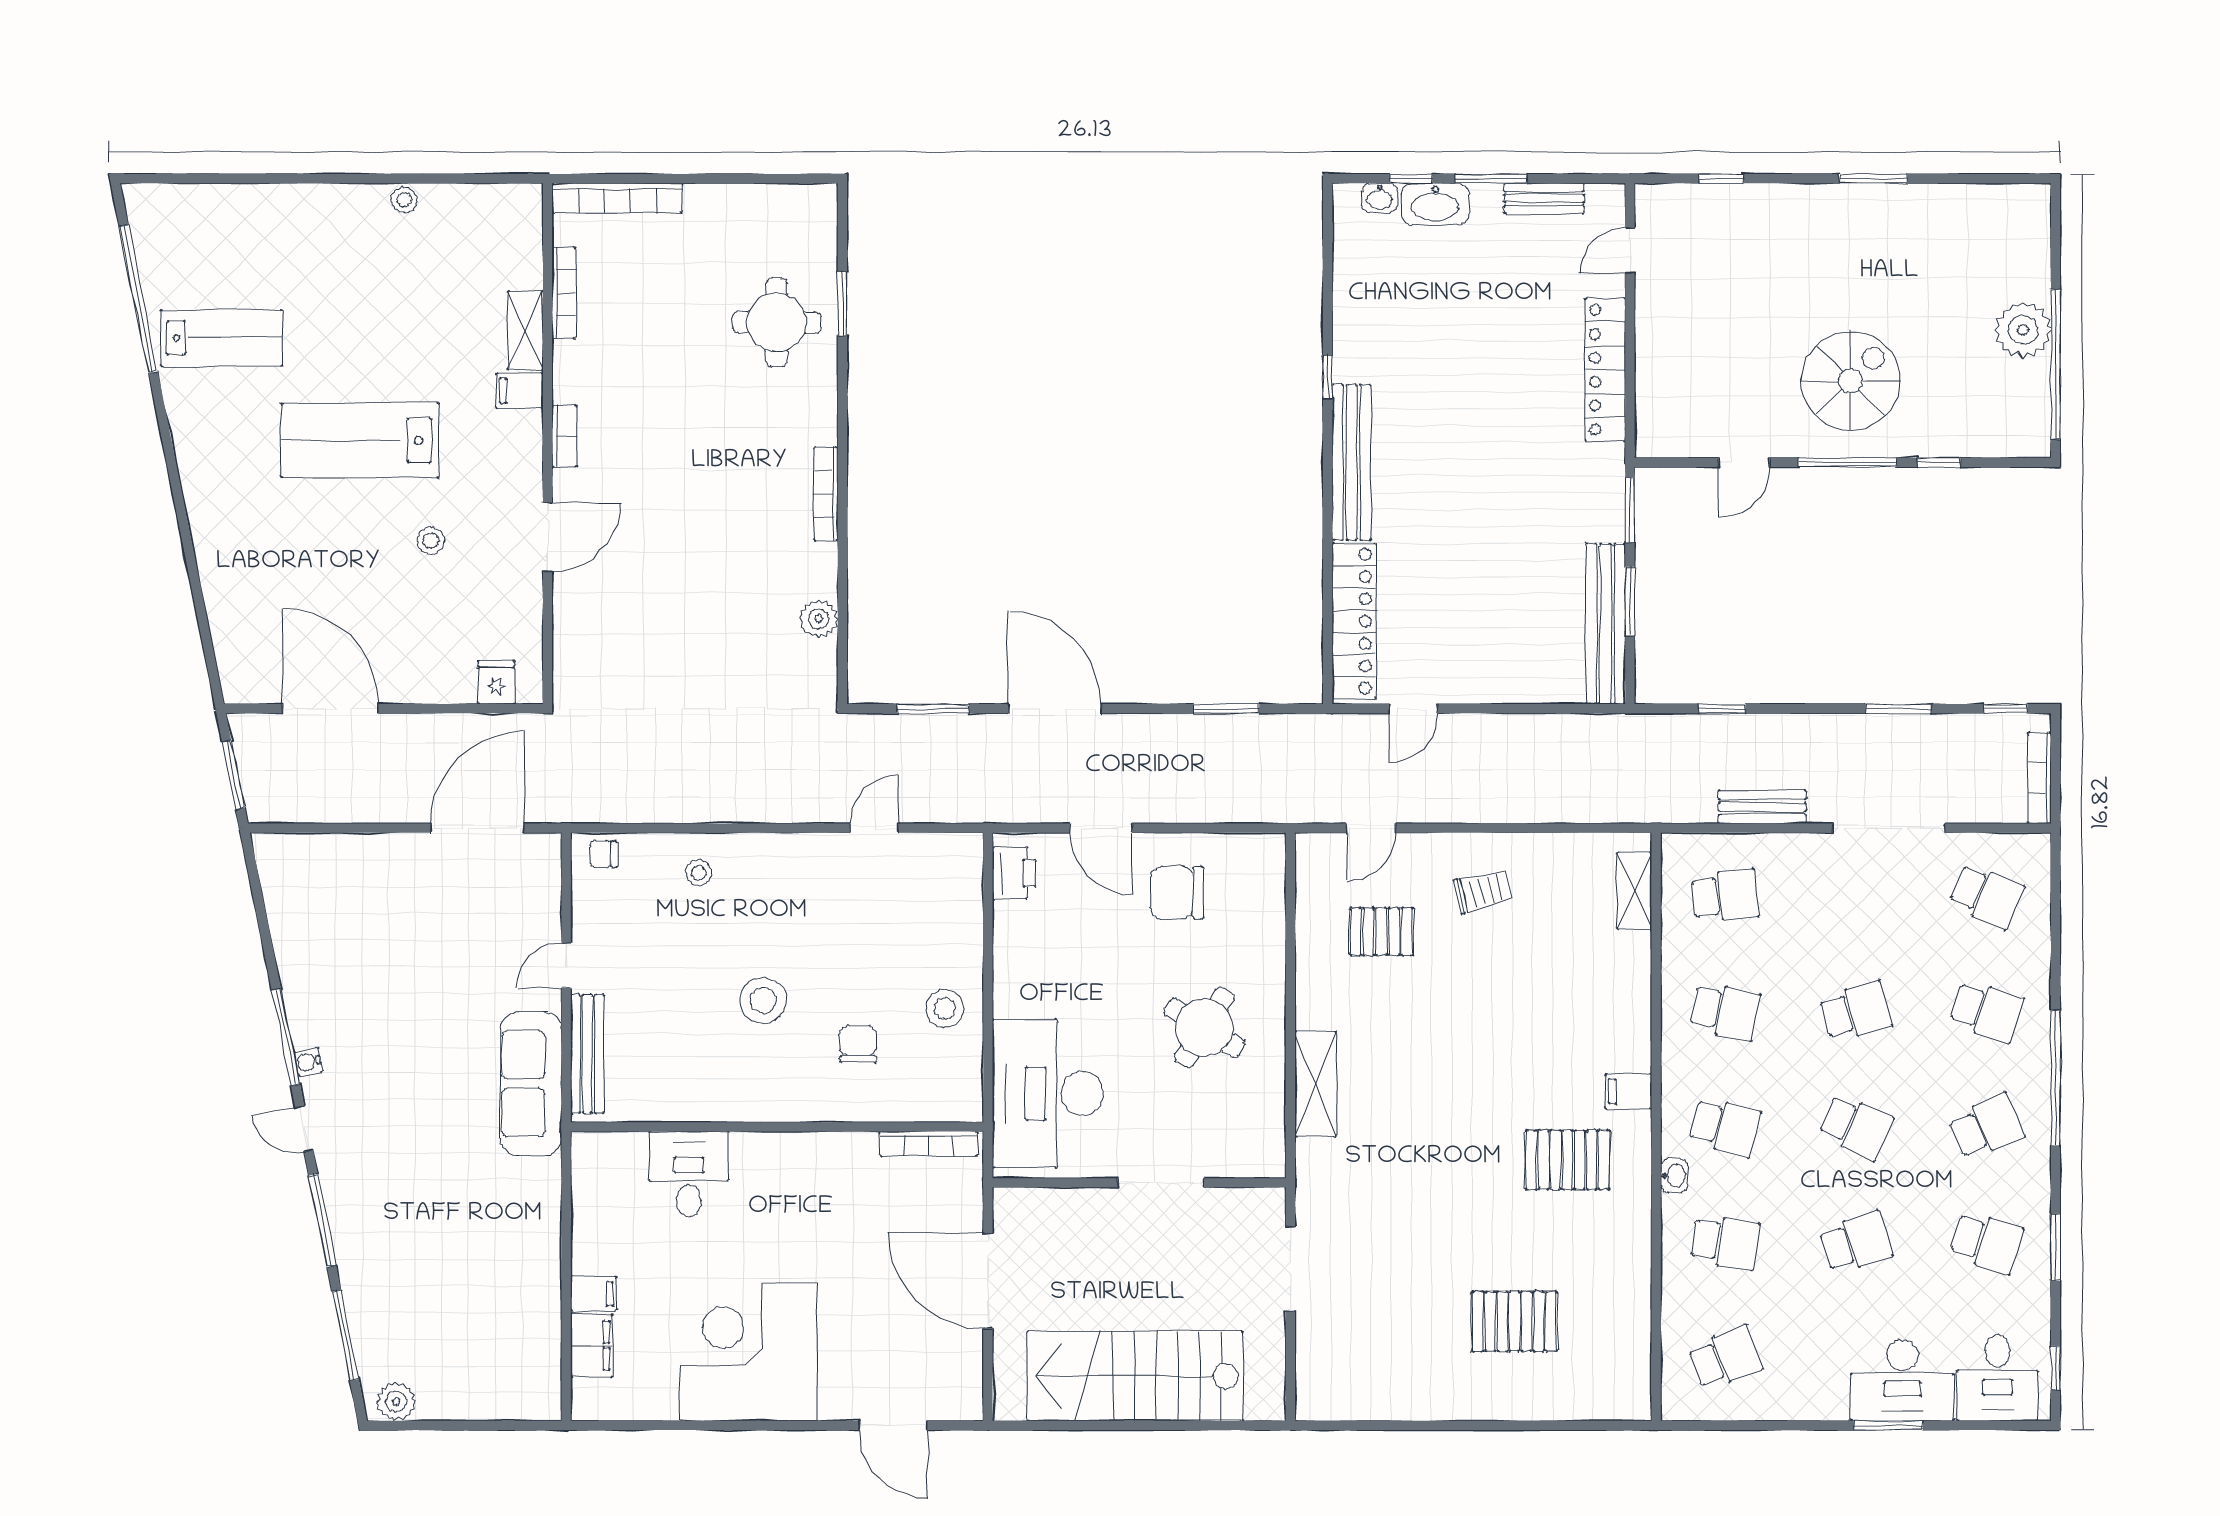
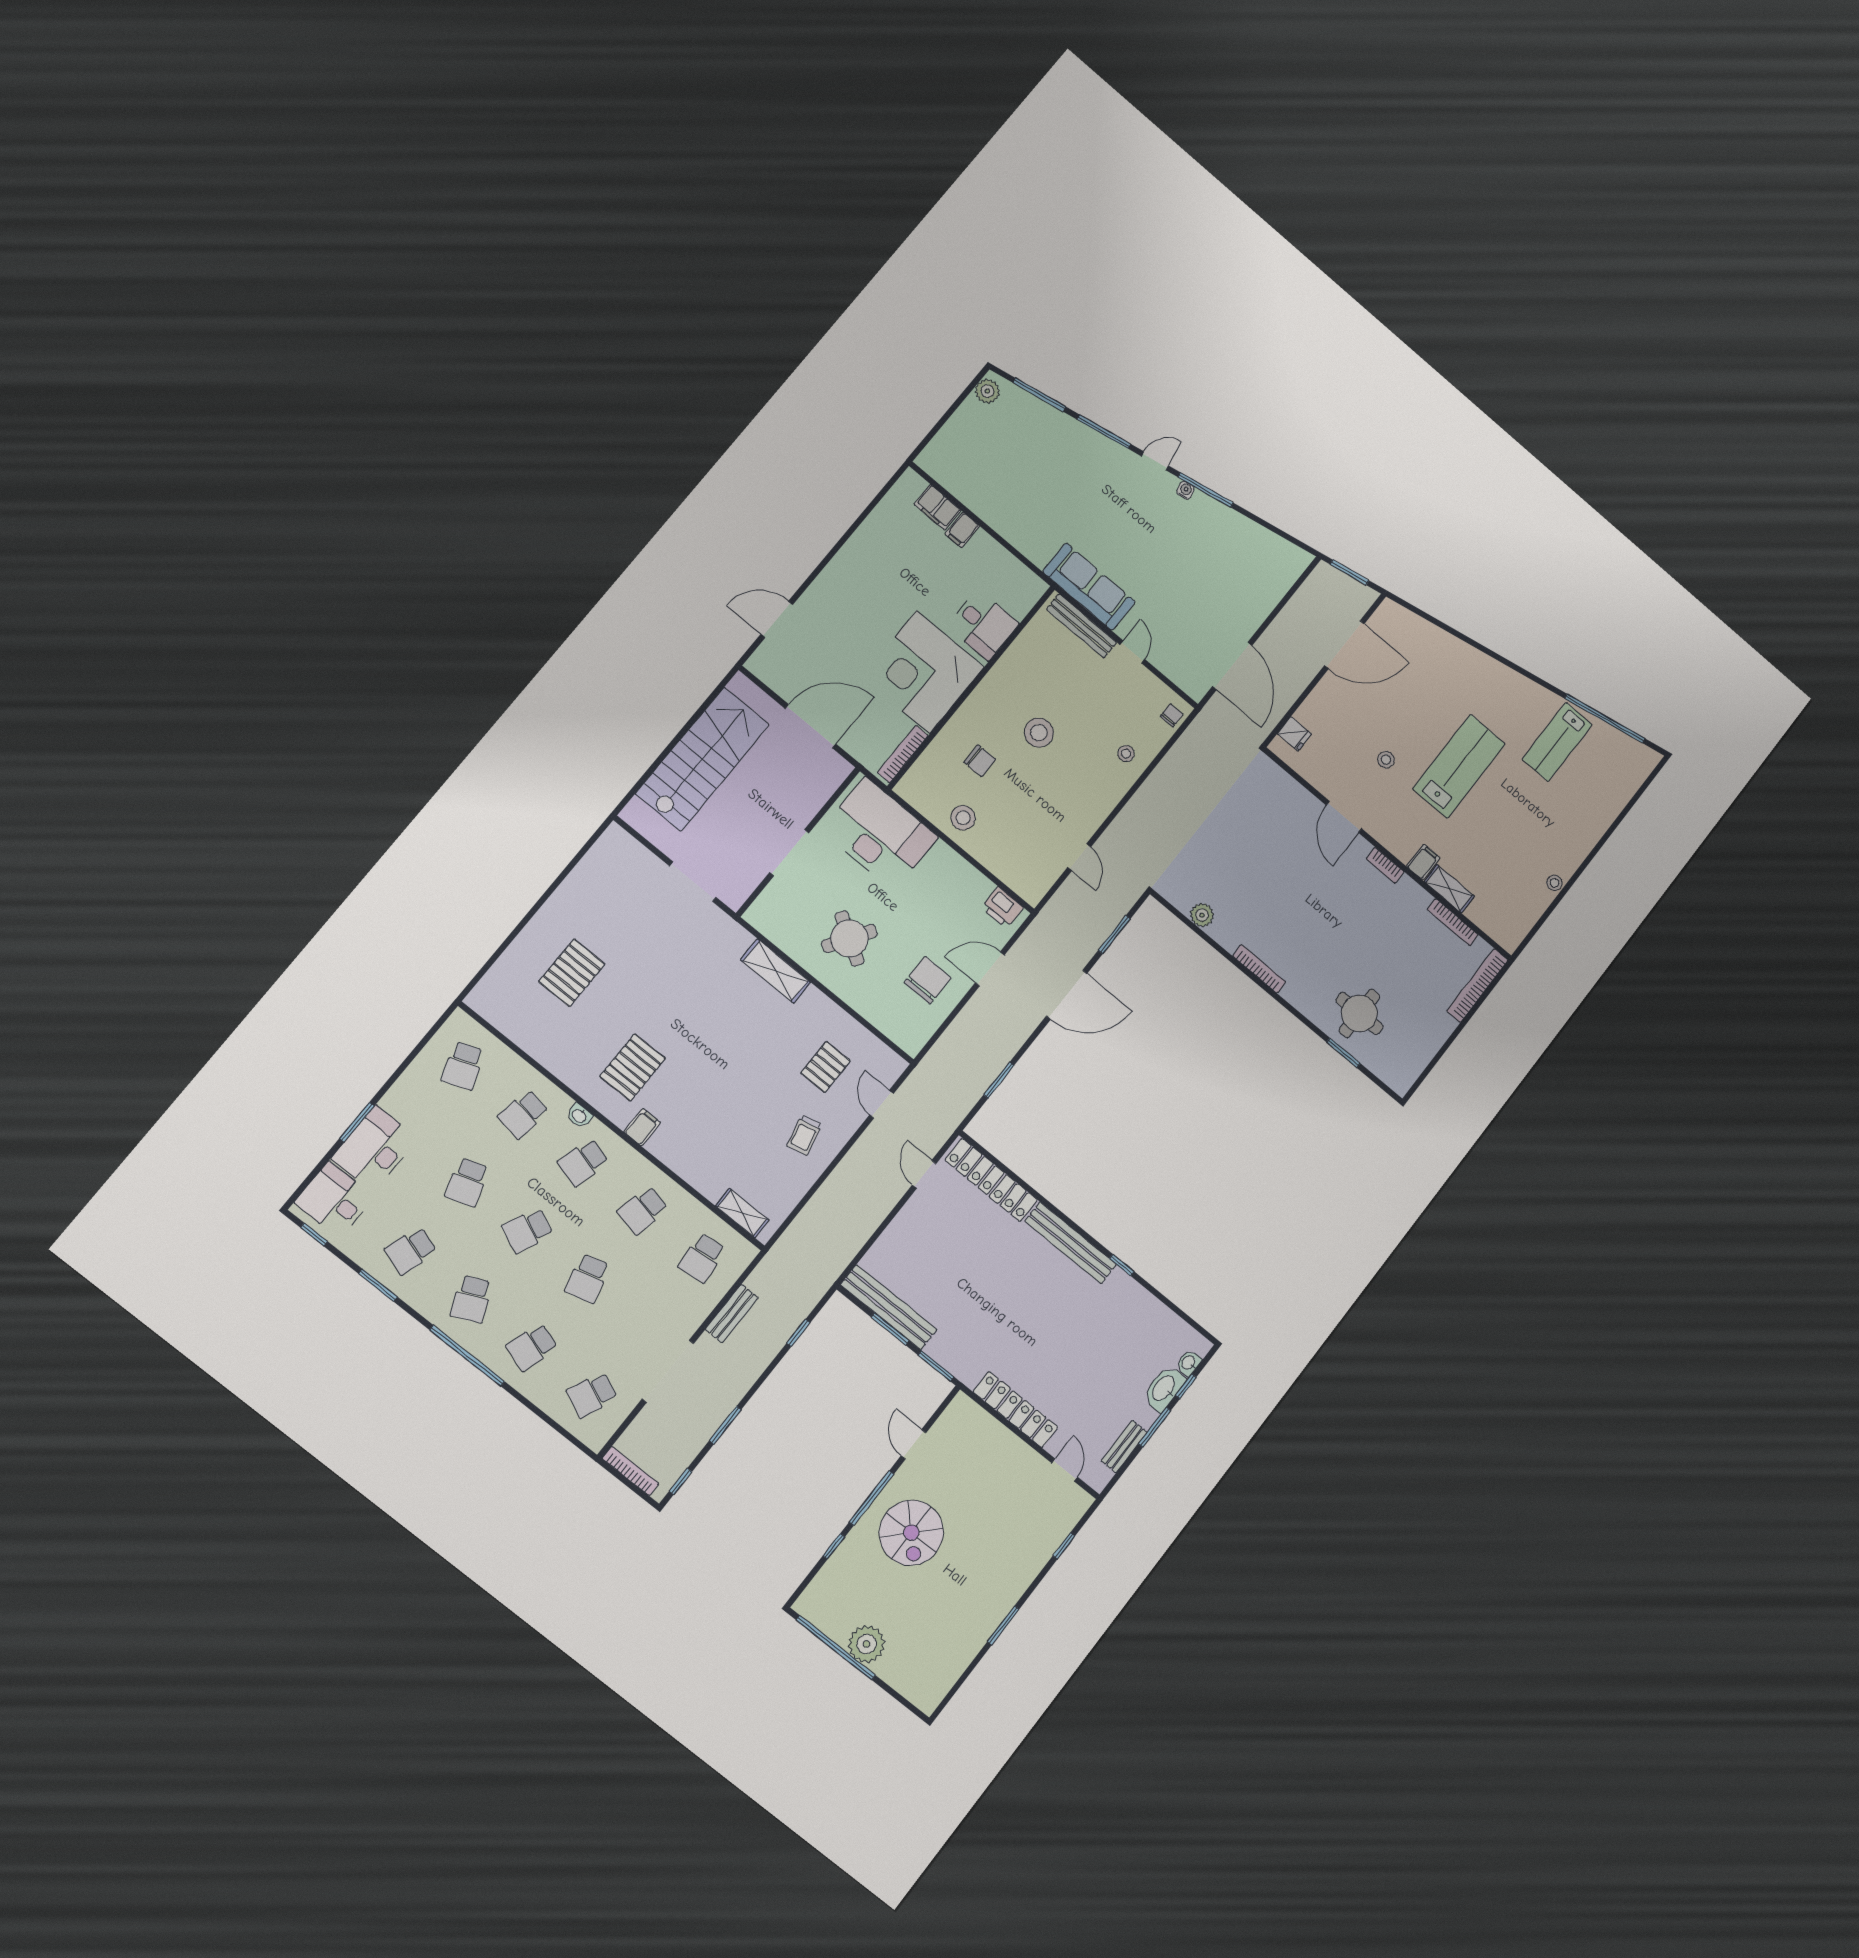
corner desk: (748, 1352) -> (923, 672), moved, turned 180

